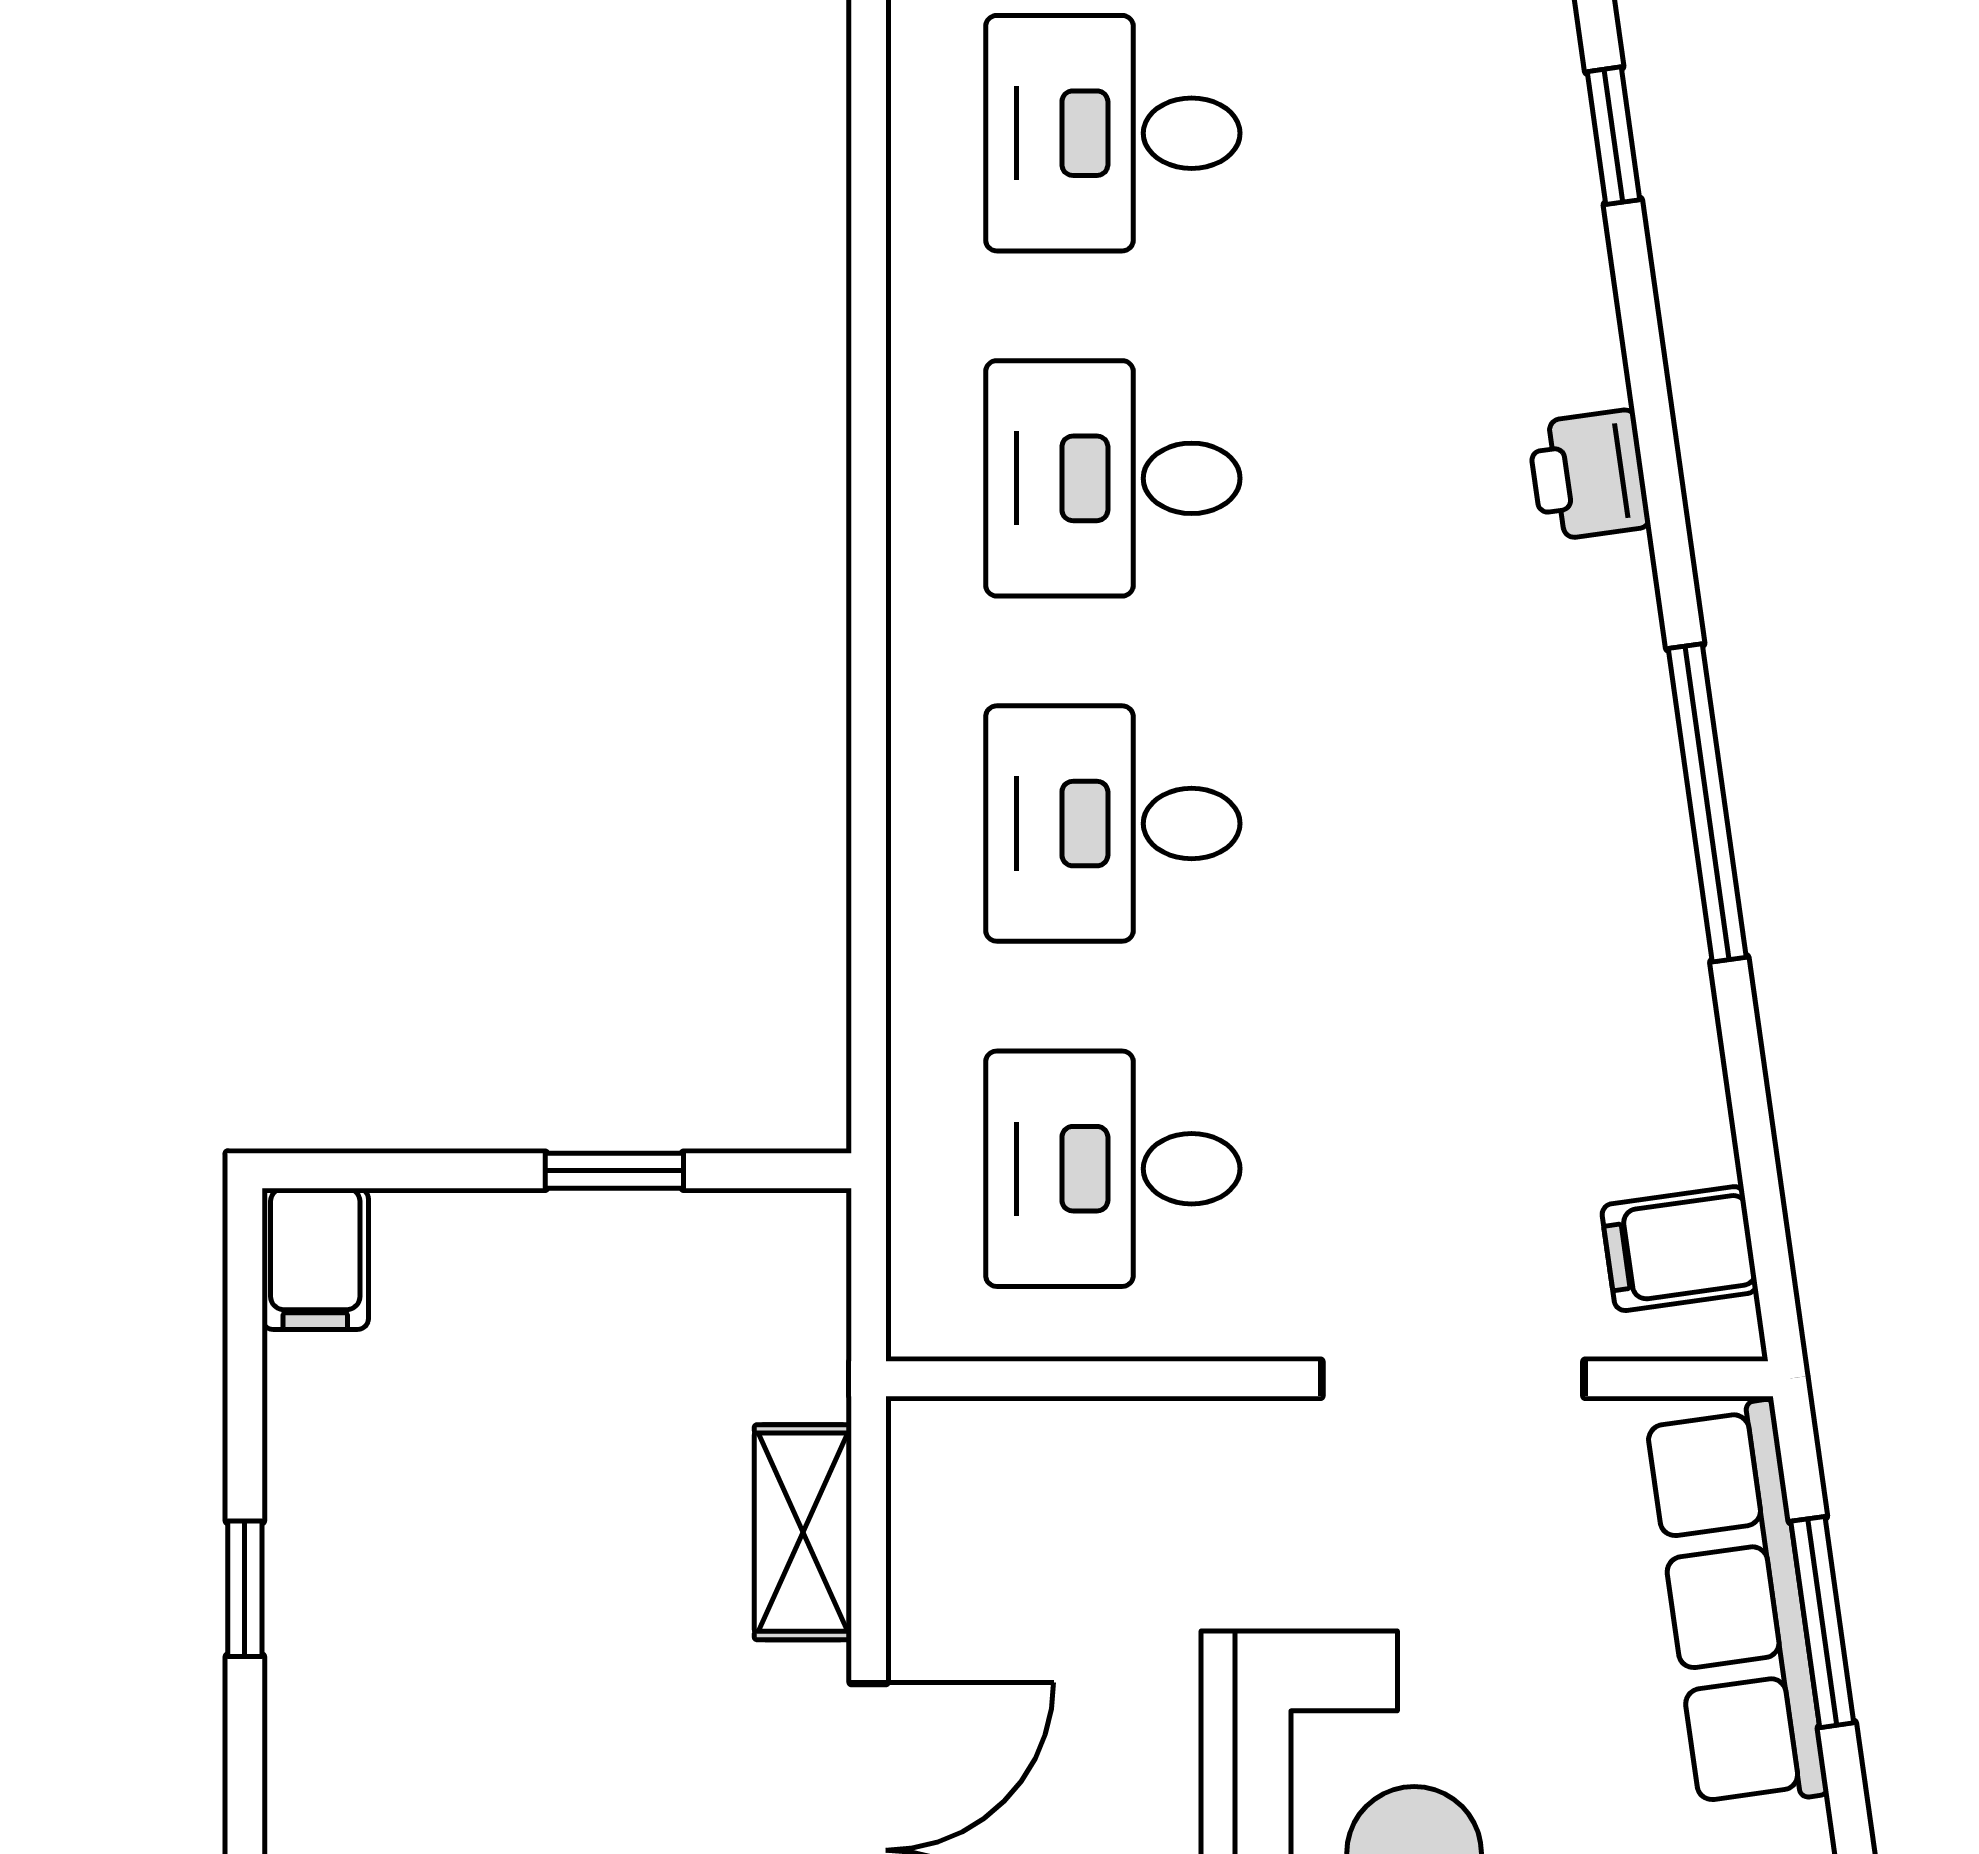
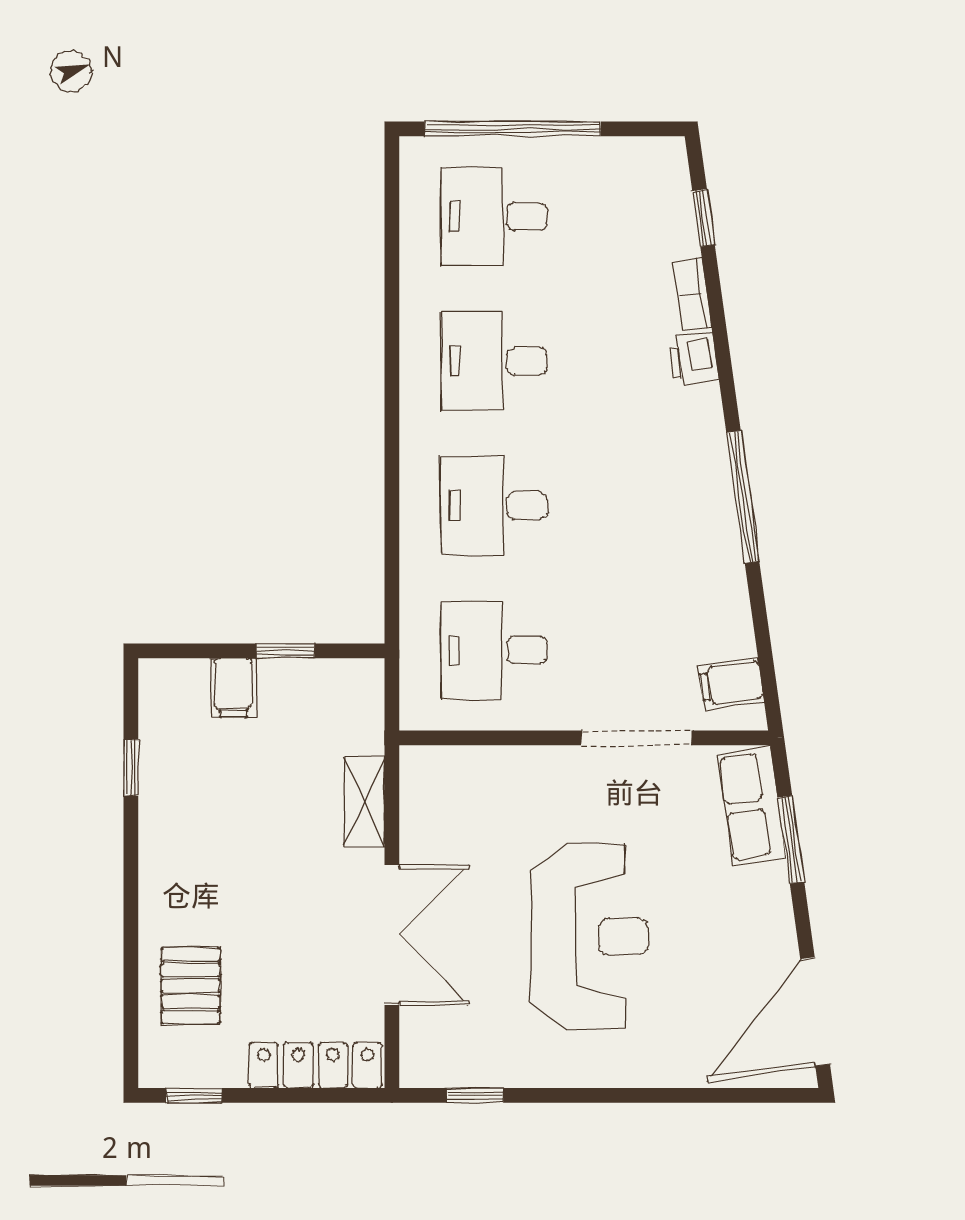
bookcase: (1587, 319) -> (692, 294), added
filing cabinet: (315, 1259) -> (233, 688), moved
window: (245, 1589) -> (131, 767), moved
row of seats: (1737, 1605) -> (752, 806), width x0.68

